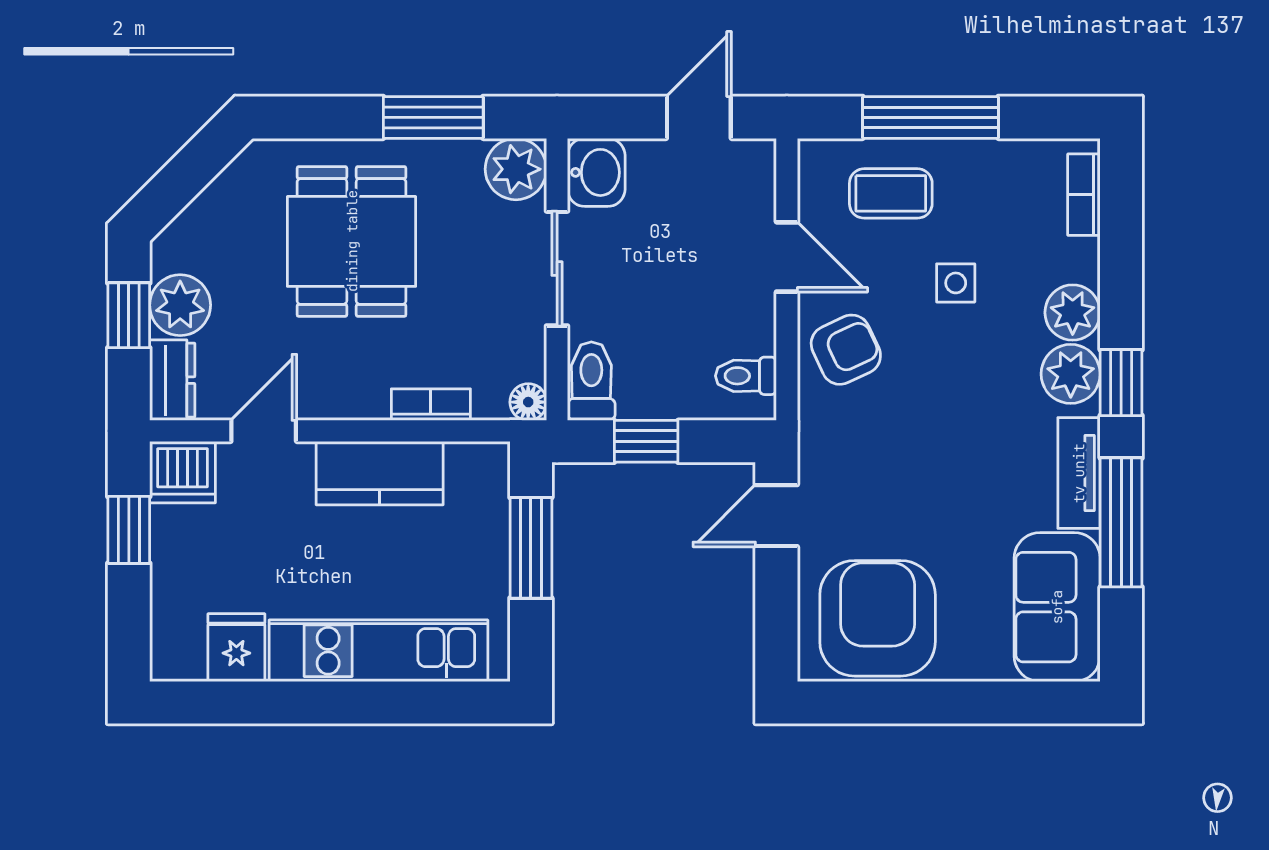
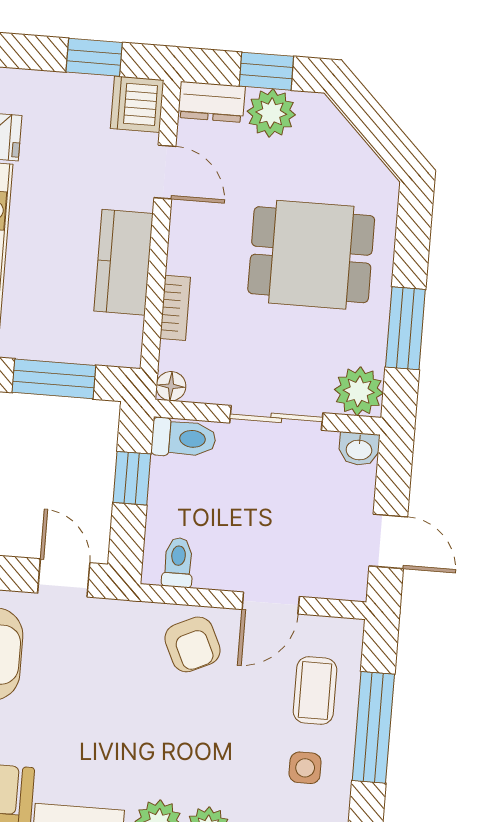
washbasin: (596, 172) -> (359, 449), width x0.72, depth x0.69
side table: (956, 283) -> (305, 768), moved

